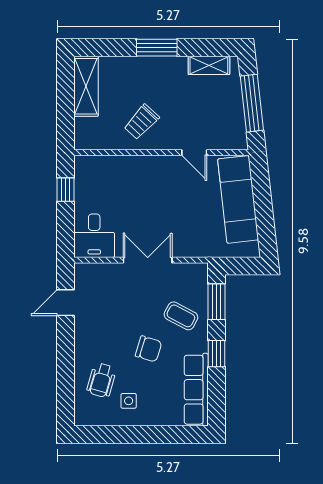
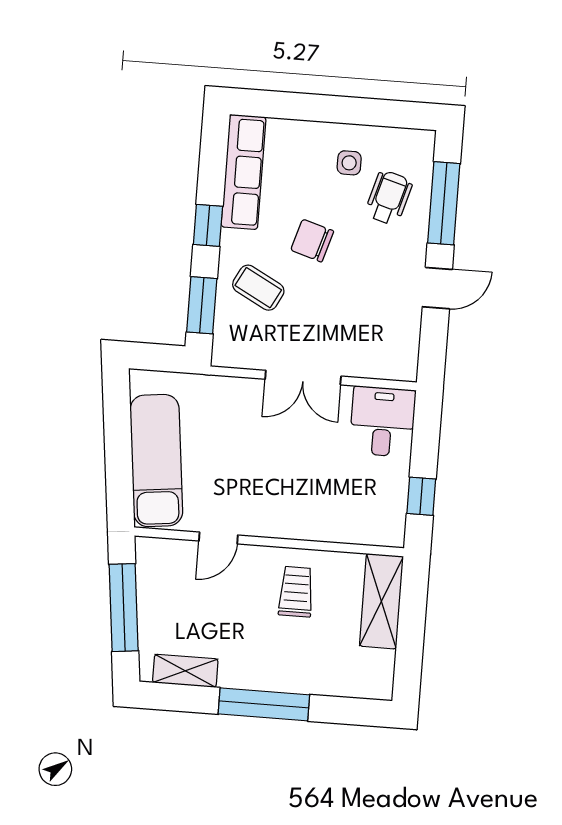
window: (157, 48) -> (264, 704), width x1.44
shelving: (86, 86) -> (381, 601), moved
trolley: (142, 122) -> (296, 592), turned -43
door: (194, 153) -> (218, 538), swing flipped
door: (66, 303) -> (437, 288), moved
window: (66, 379) -> (444, 203), added

